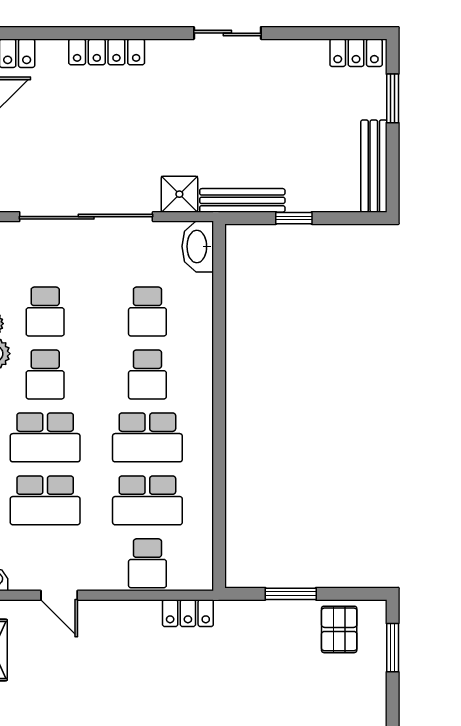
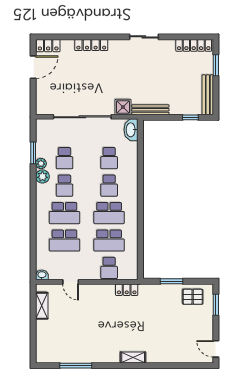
locker: (356, 53) -> (194, 45), width x1.53
window: (294, 218) -> (190, 117), moved
pallet: (339, 629) -> (193, 297), turned 90

